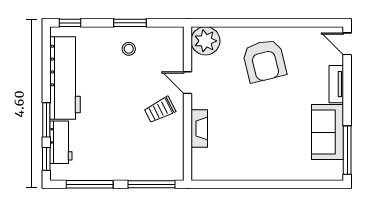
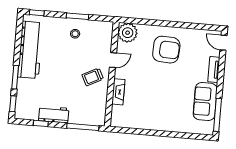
armchair: (264, 61) -> (166, 50), turned -73
door: (188, 83) -> (113, 60), swing flipped
workbench: (61, 142) -> (54, 114), moved, turned -90
window: (90, 184) -> (41, 123), width x0.46

